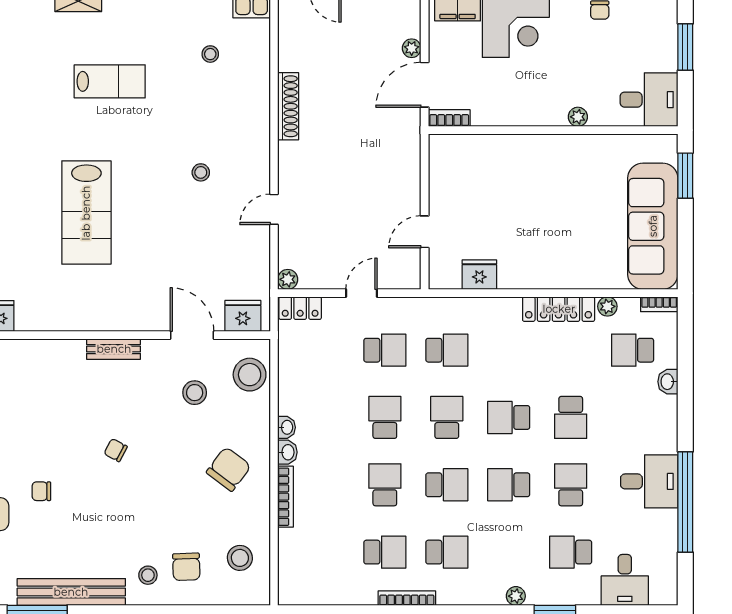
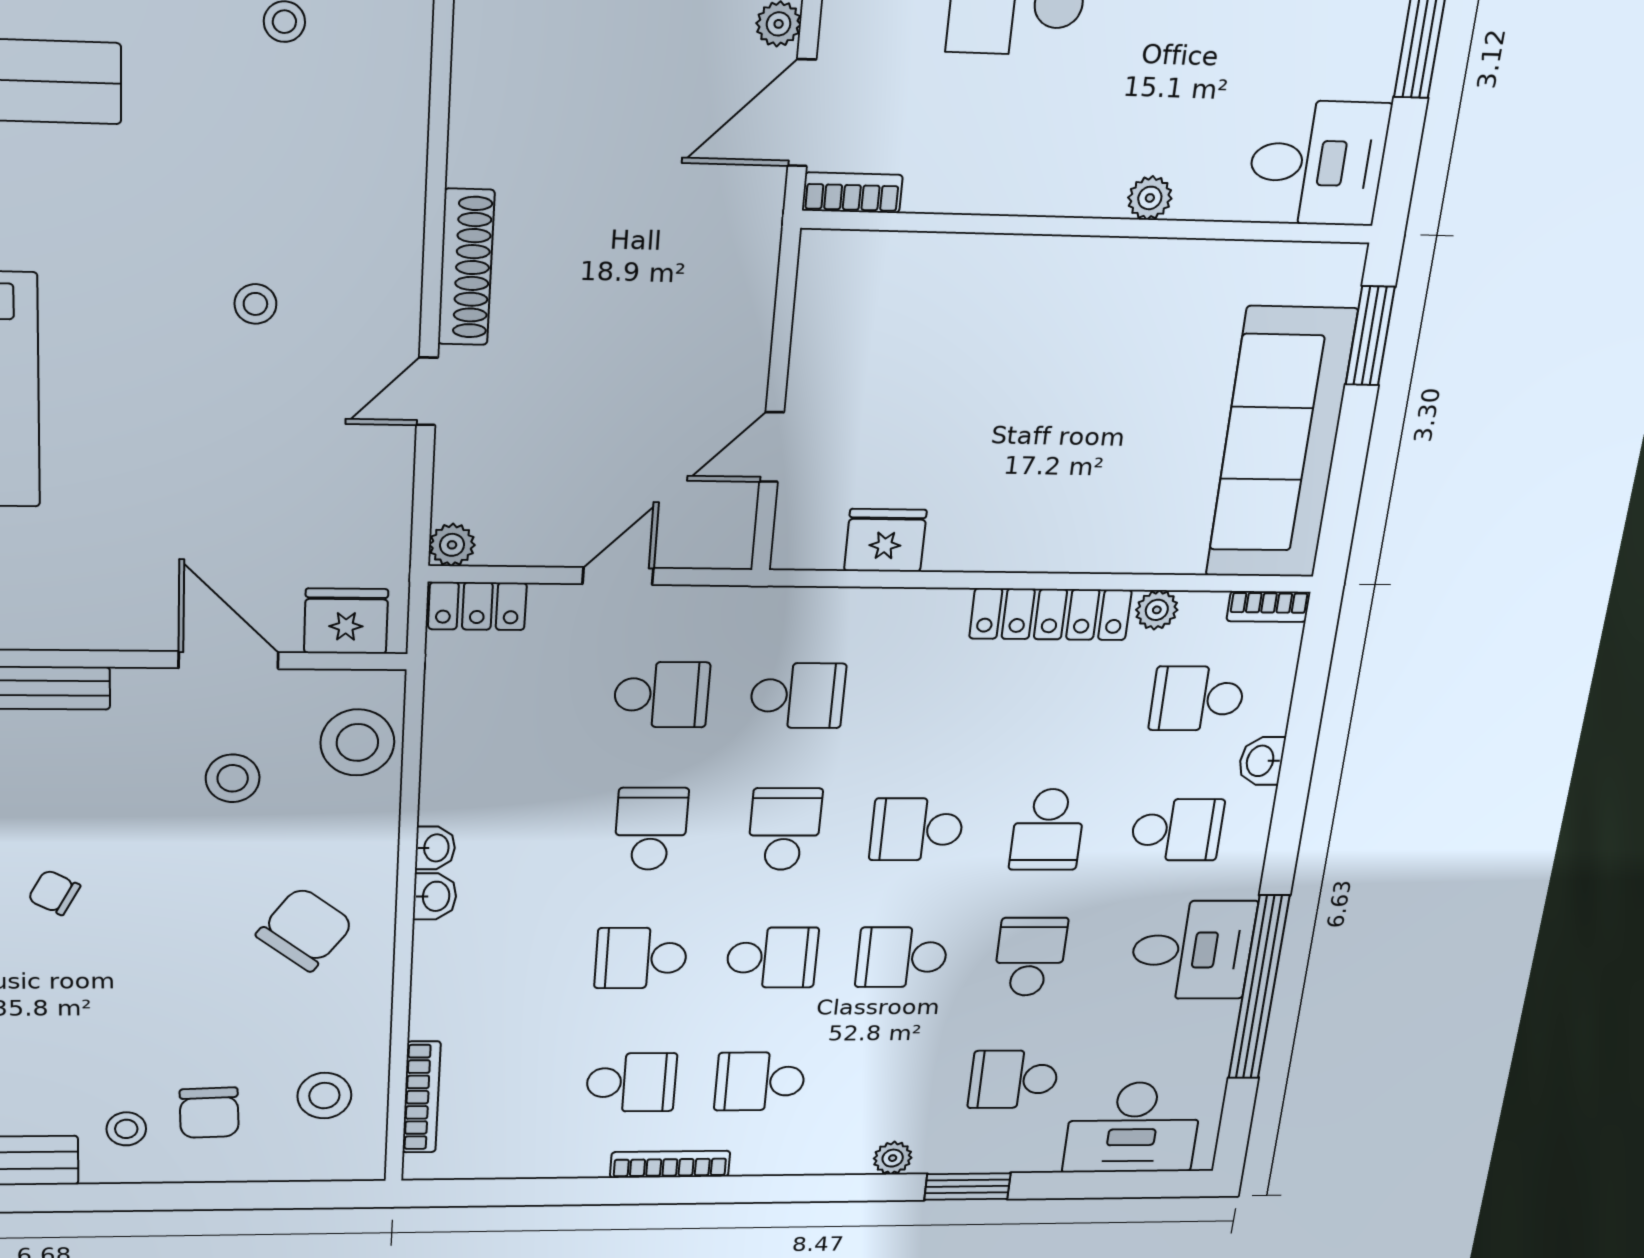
shoe rack: (288, 106) -> (466, 267), moved
school desk: (633, 417) -> (1177, 830), added
school desk: (385, 485) -> (641, 958), turned -90
bookcase: (286, 497) -> (421, 1097), moved
school desk: (447, 552) -> (760, 1081), turned 180
desk: (625, 580) -> (1133, 1127), width x1.37

